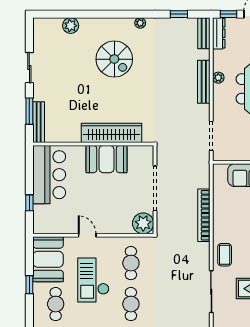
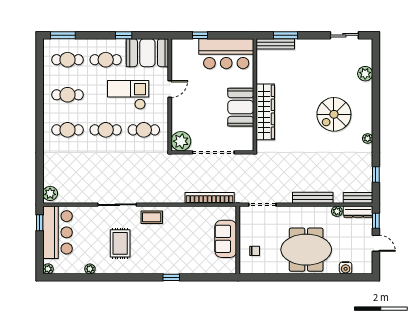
sliding door: (29, 68) -> (344, 35), moved
plant: (218, 78) -> (337, 211), moved
bookcase: (204, 215) -> (210, 198), moved

